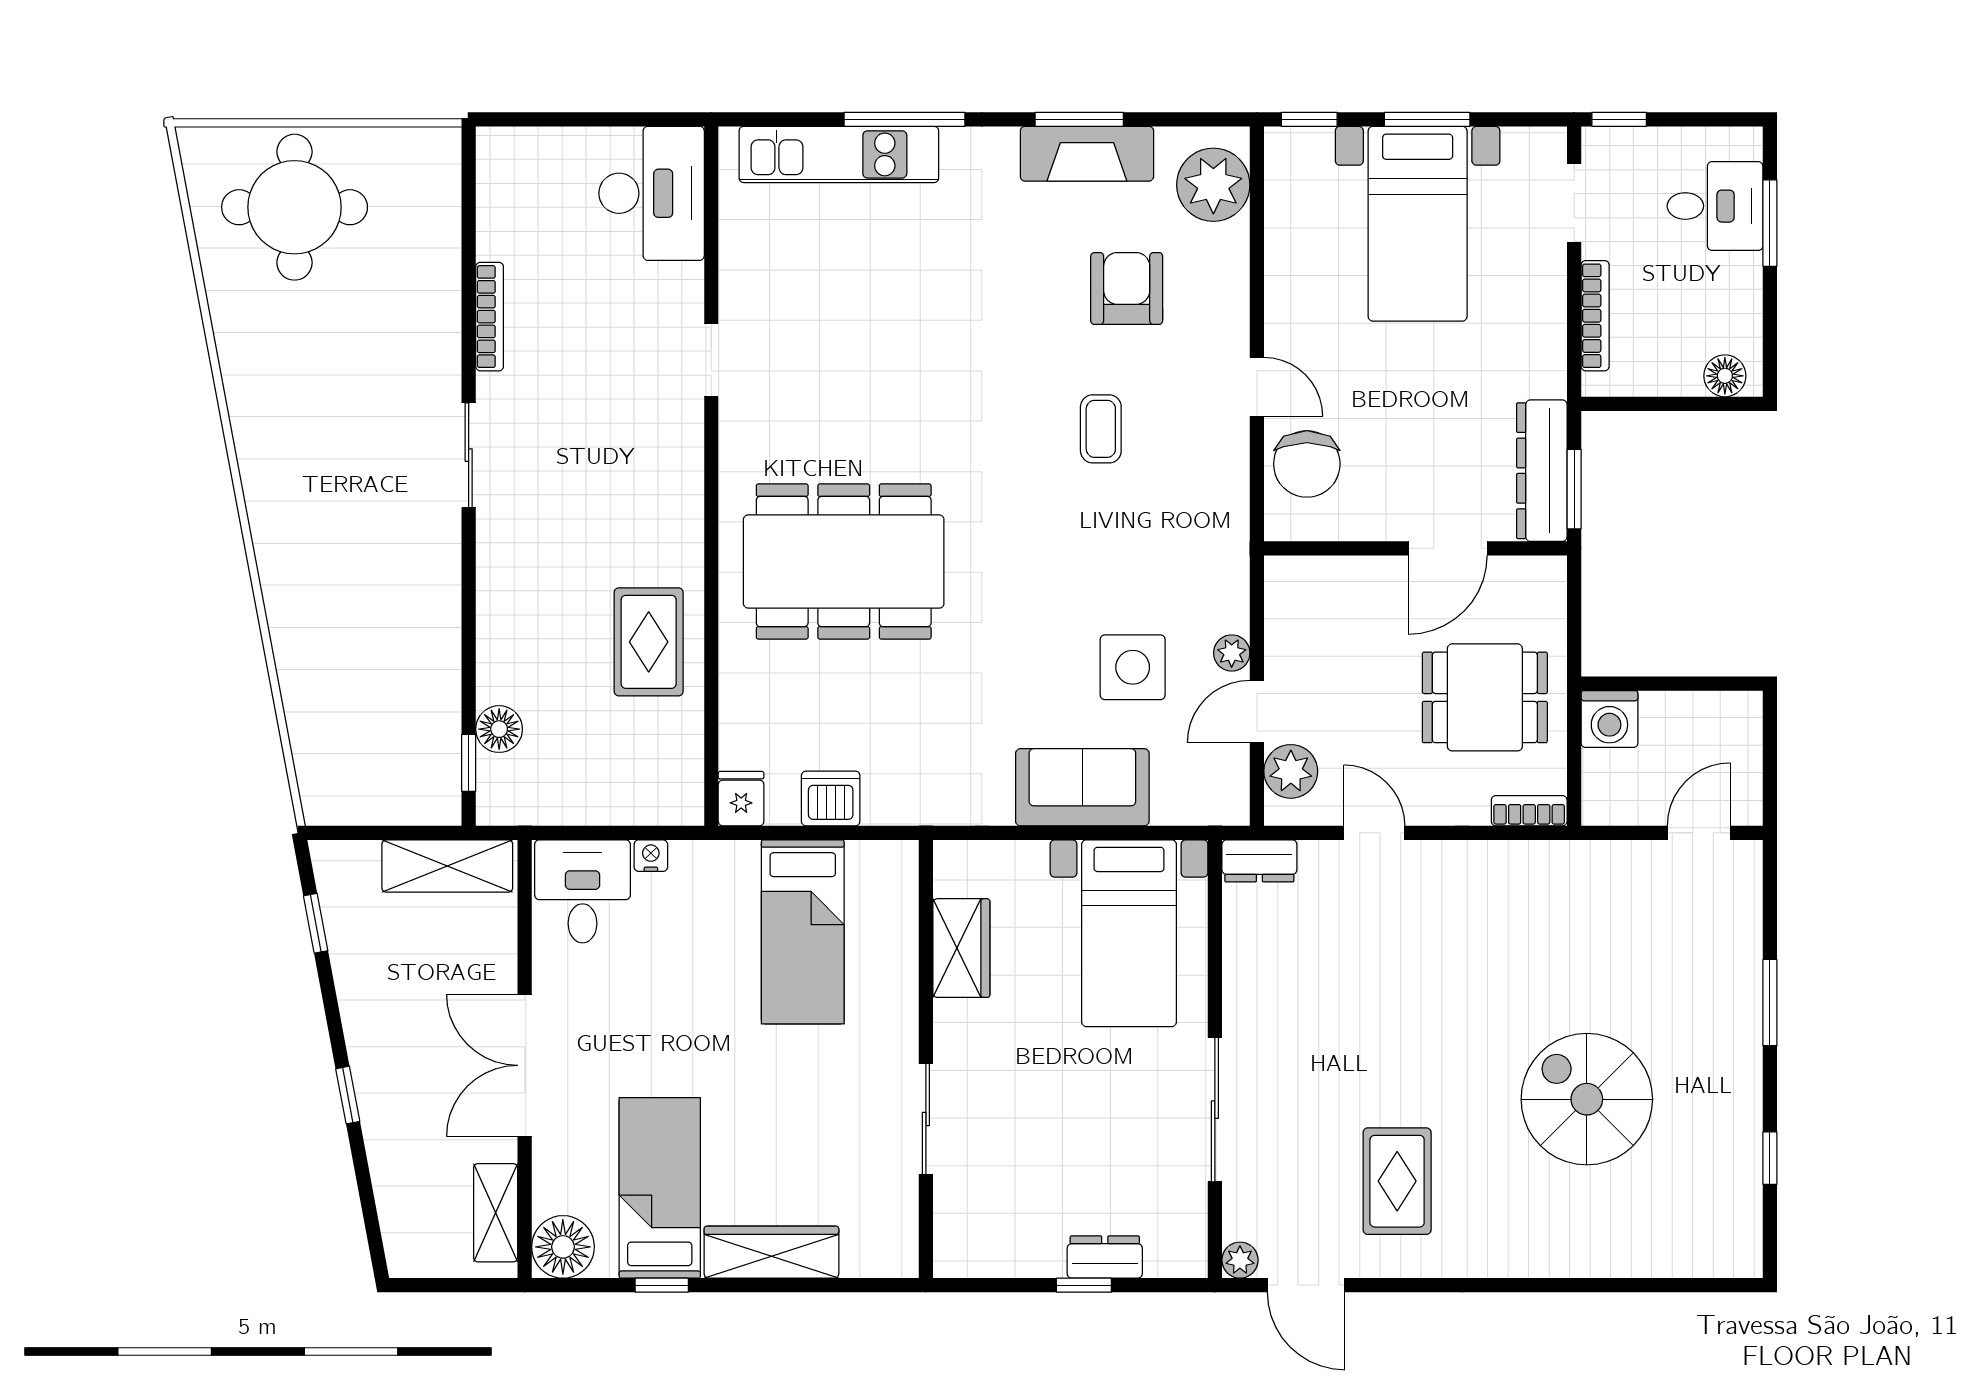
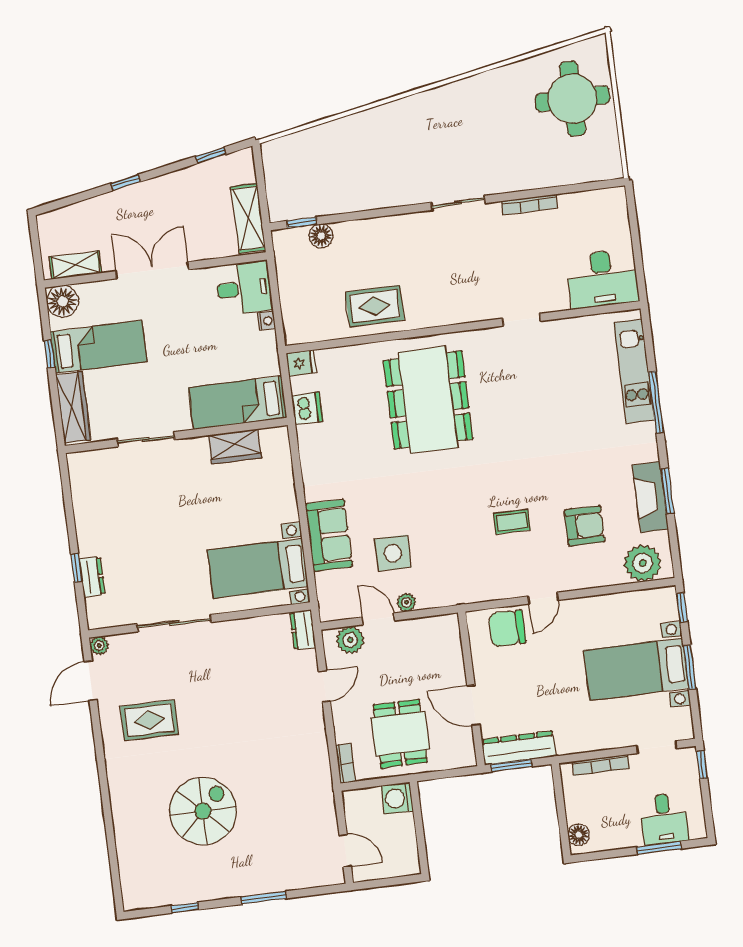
wardrobe: (961, 948) -> (235, 446), moved
wall: (926, 1059) -> (176, 435), moved
sliding door: (926, 1119) -> (146, 439), moved

